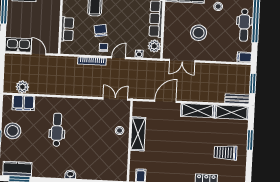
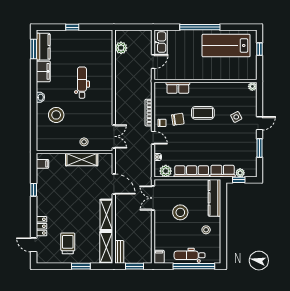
filing cabinet: (23, 103) -> (43, 71), moved, turned 180
dental chair: (57, 130) -> (82, 83), turned -90
stool: (13, 131) -> (56, 115), moved

